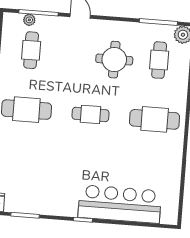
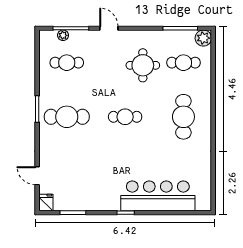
cafe table: (31, 50) -> (67, 63), turned 90
cafe table: (159, 60) -> (183, 63), turned 90
cafe table: (155, 119) -> (183, 117), turned 90

